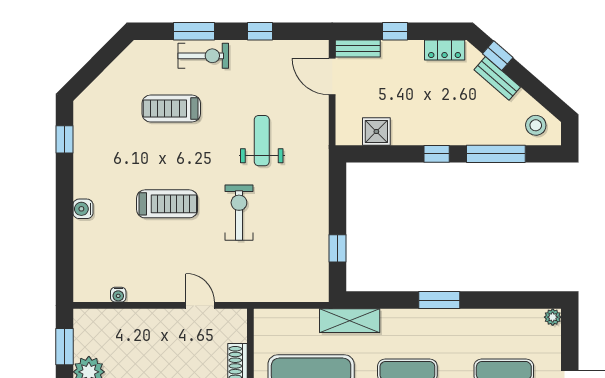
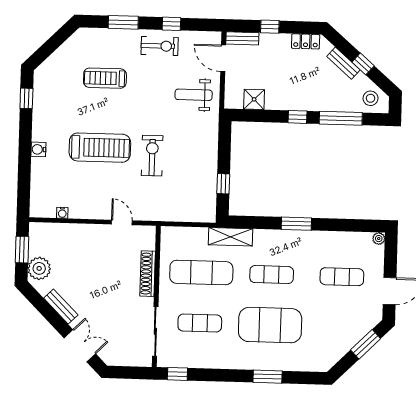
exercise bike: (203, 56) -> (160, 46), moved
window: (498, 56) -> (363, 64), moved
weight bench: (262, 141) -> (194, 95), moved, turned -90
treadmill: (167, 204) -> (100, 148), width x1.37, depth x1.38

